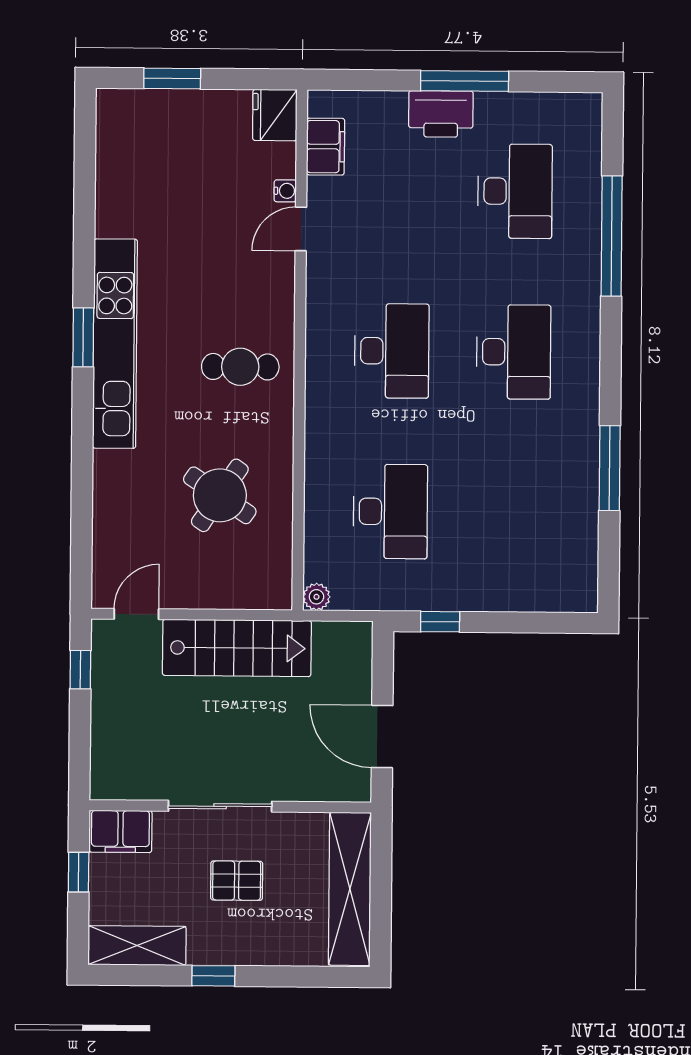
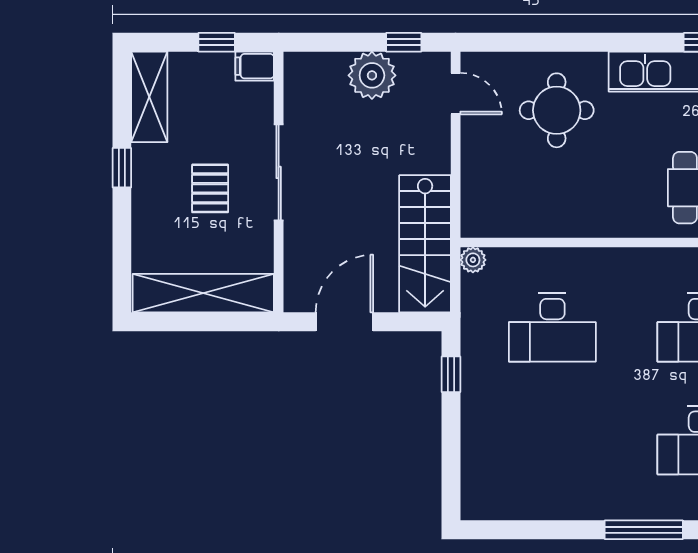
window: (610, 468) -> (644, 530), moved
round table: (220, 495) -> (557, 110), moved, turned -34
stairs: (237, 648) -> (425, 244), moved
plant: (116, 704) -> (372, 75), added
filing cabinet: (120, 831) -> (255, 66), width x0.50

